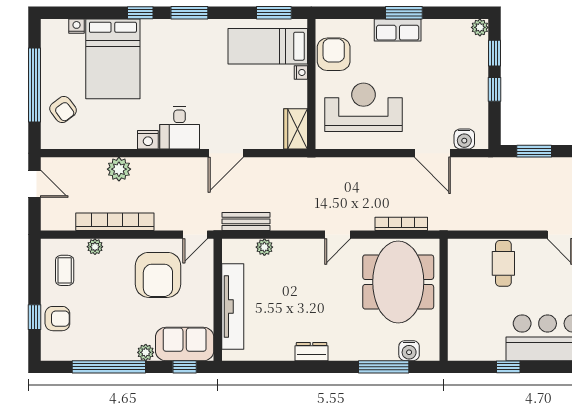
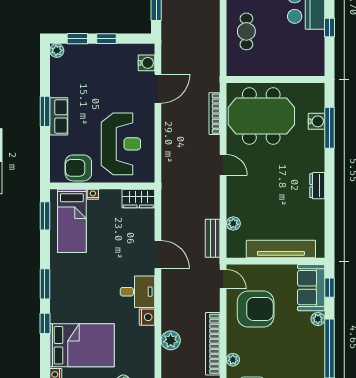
reception desk: (363, 107) -> (121, 144), turned 180
cafe table: (503, 263) -> (246, 31), turned 90
water cooler: (409, 351) -> (316, 121), moved

